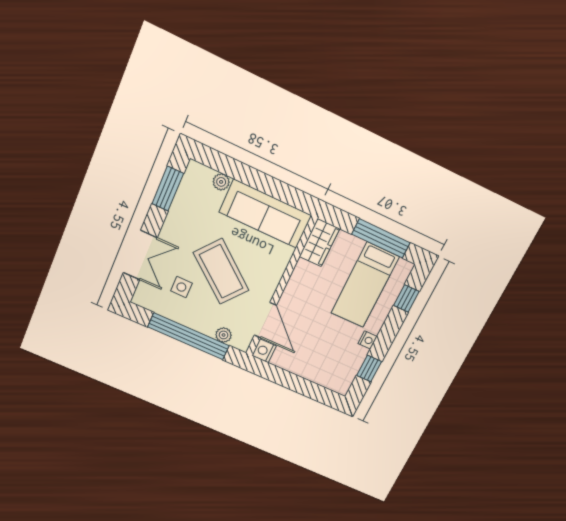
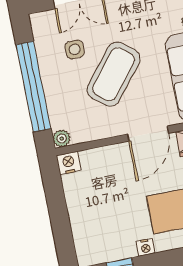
door: (265, 320) -> (148, 134), moved
plant: (224, 335) -> (62, 139), moved

